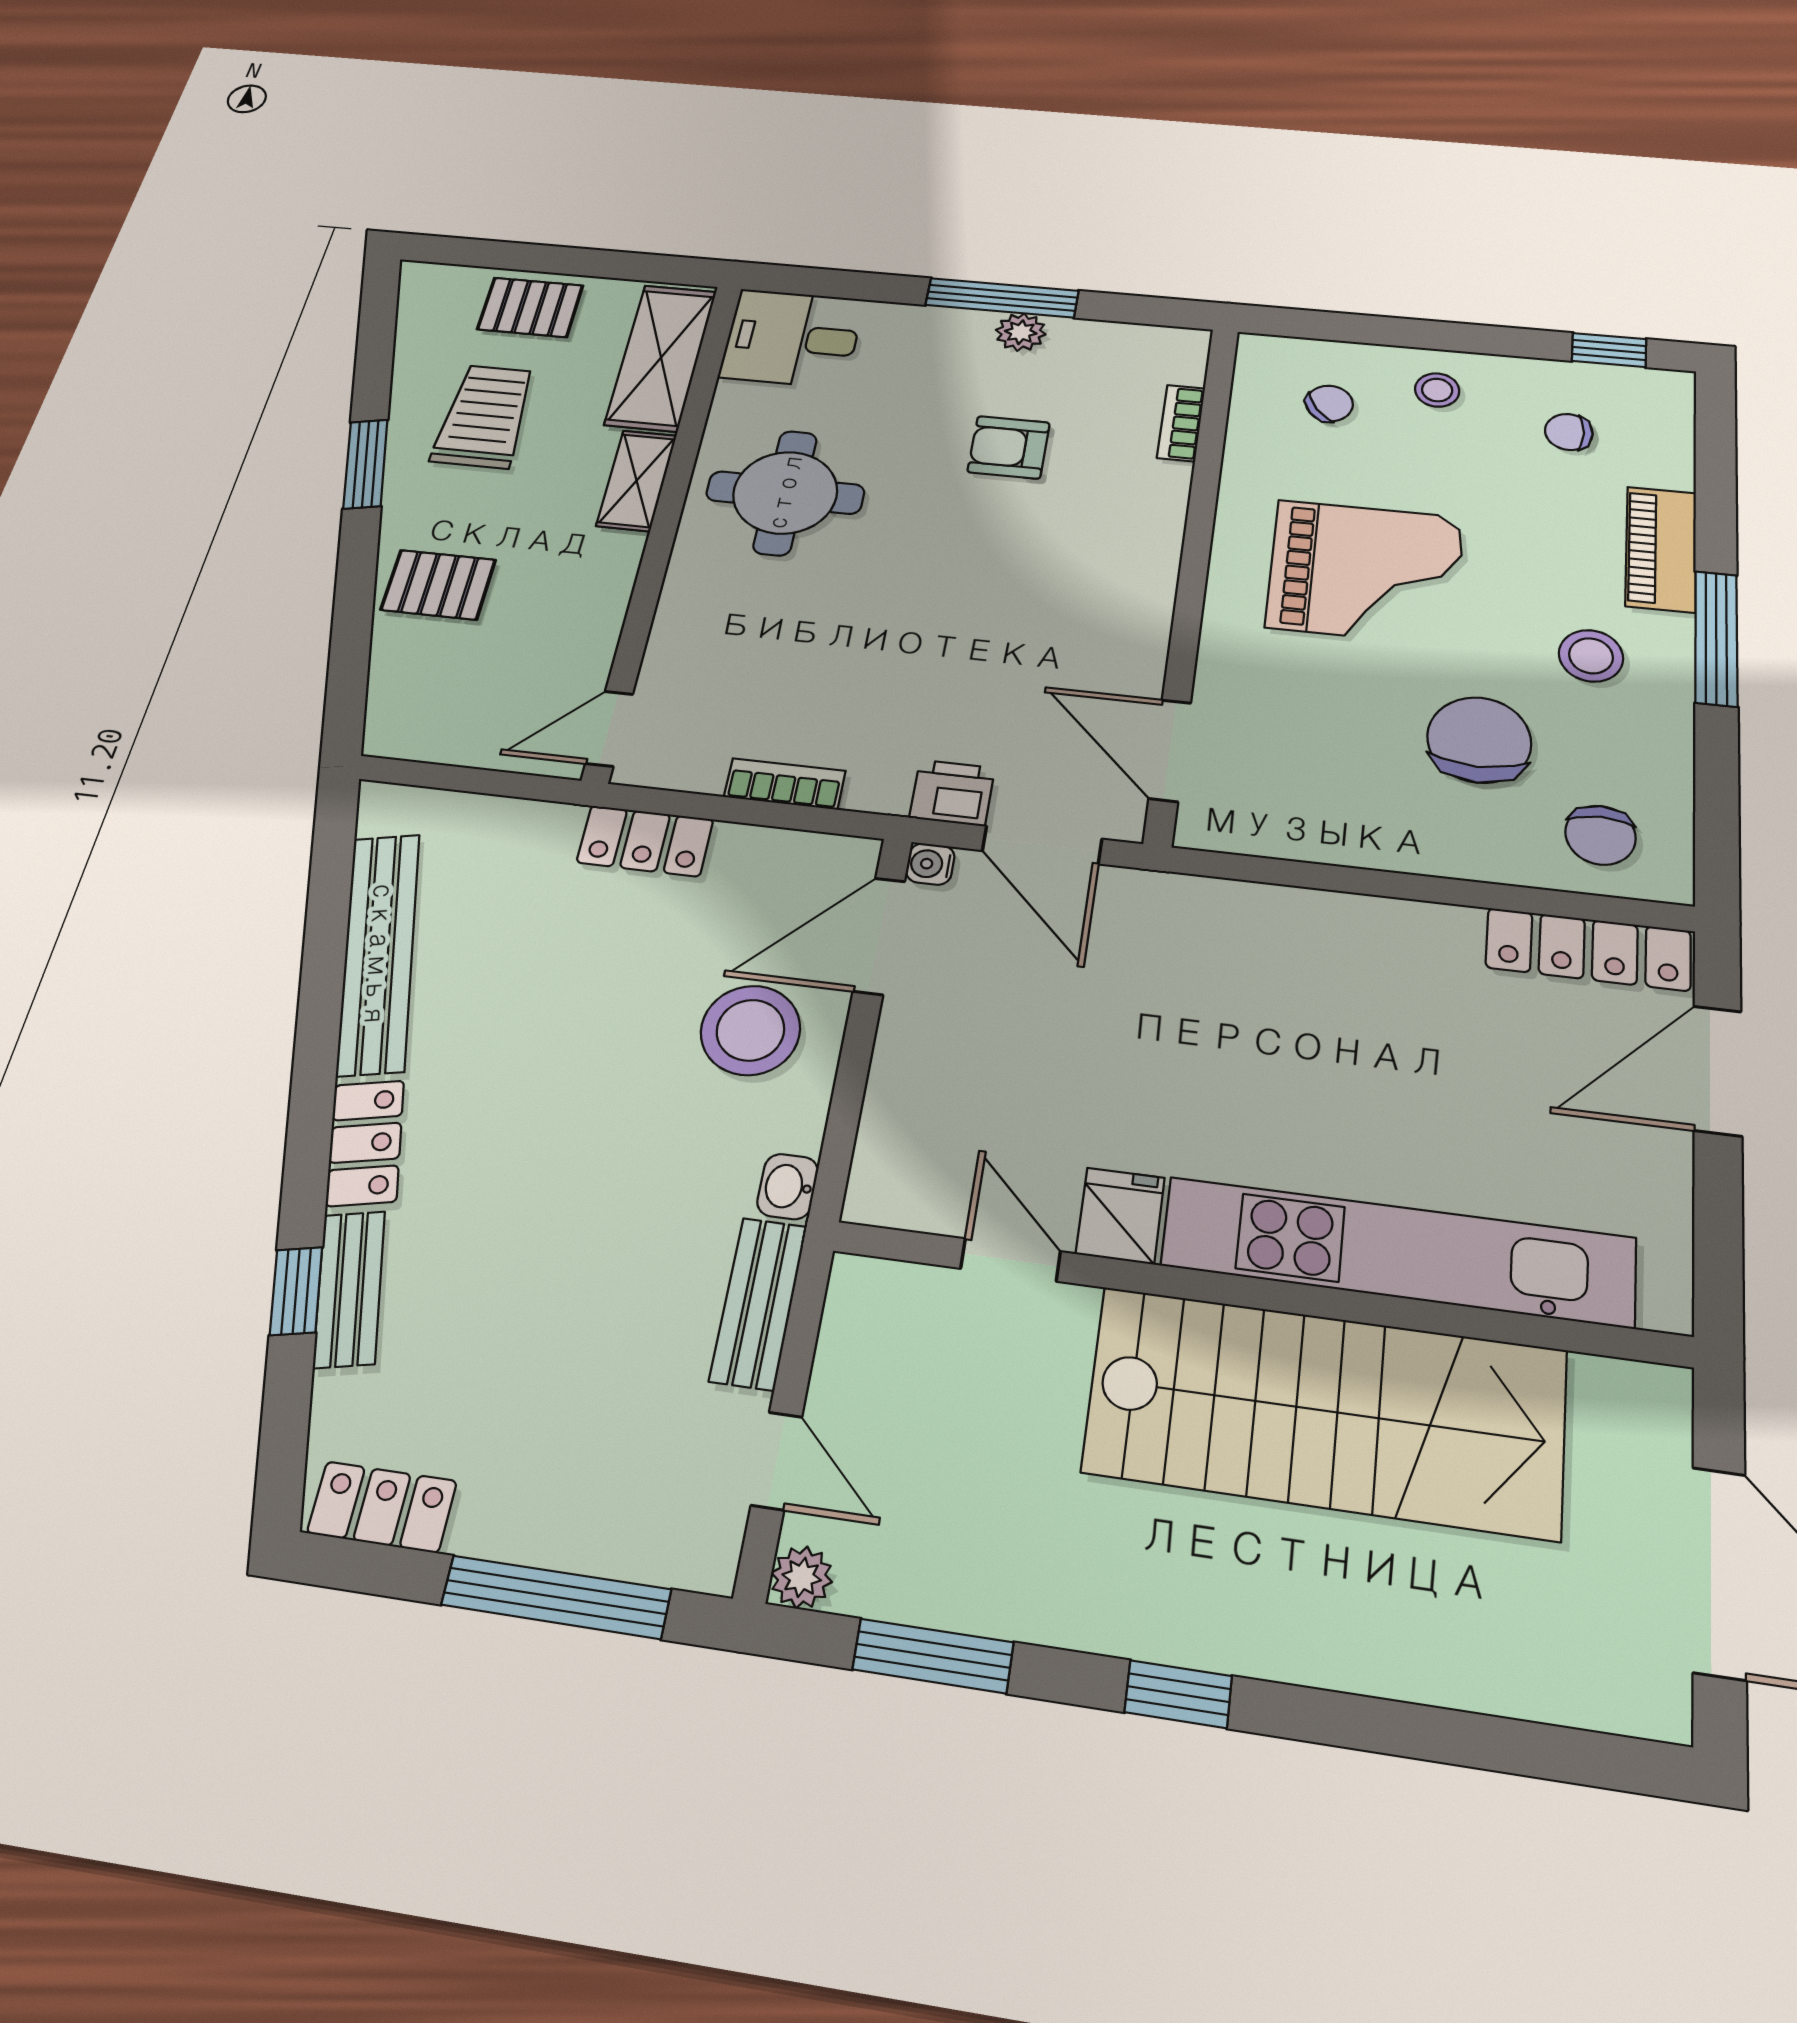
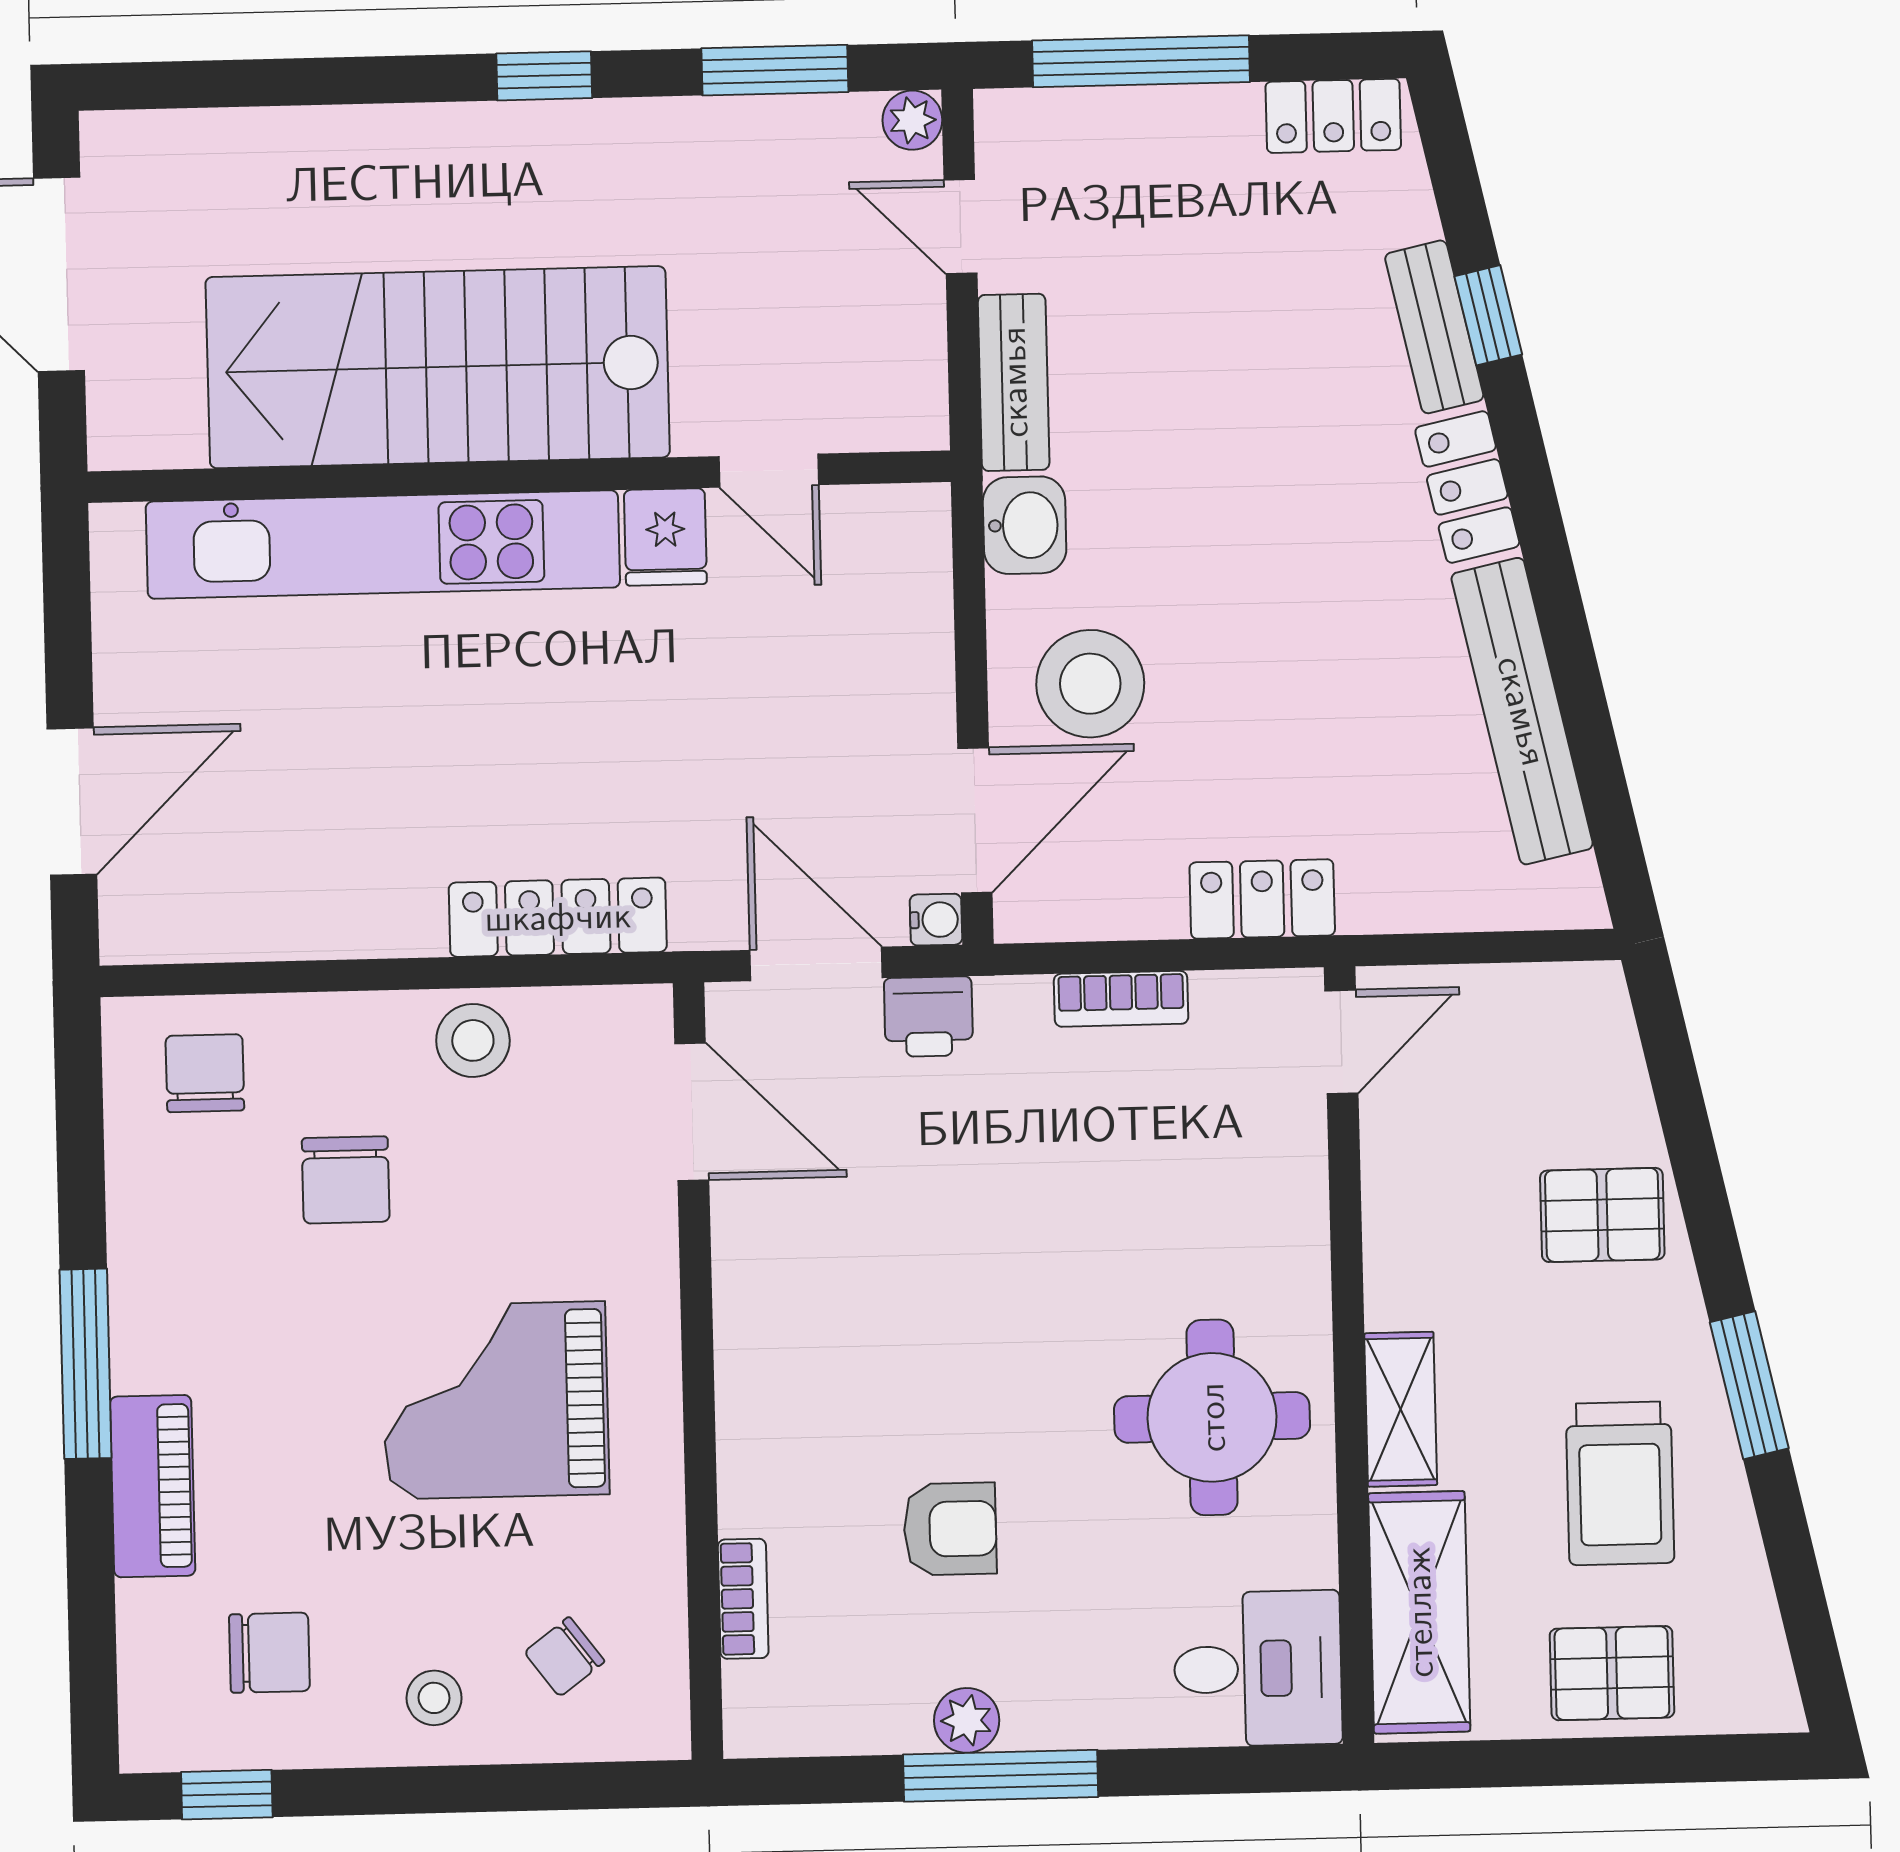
chair: (1569, 432) -> (269, 1653), width x1.37, depth x1.37
stool: (1591, 656) -> (473, 1040), moved
chair: (1479, 740) -> (346, 1180), width x0.73, depth x0.73
locker: (1588, 949) -> (558, 917), moved
washbasin: (788, 1187) -> (1025, 525), width x1.38, depth x1.45

